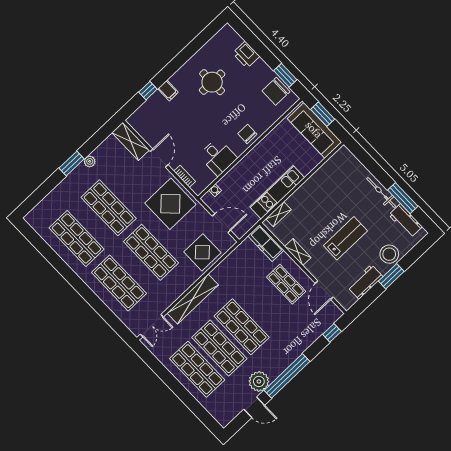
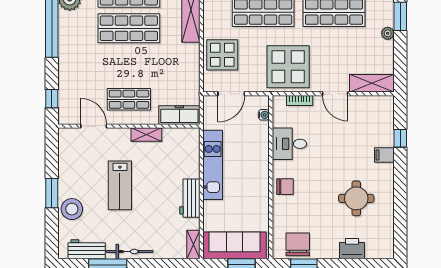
shelving: (278, 214) -> (193, 244), moved
workbench: (365, 282) -> (190, 198), moved, turned 180

